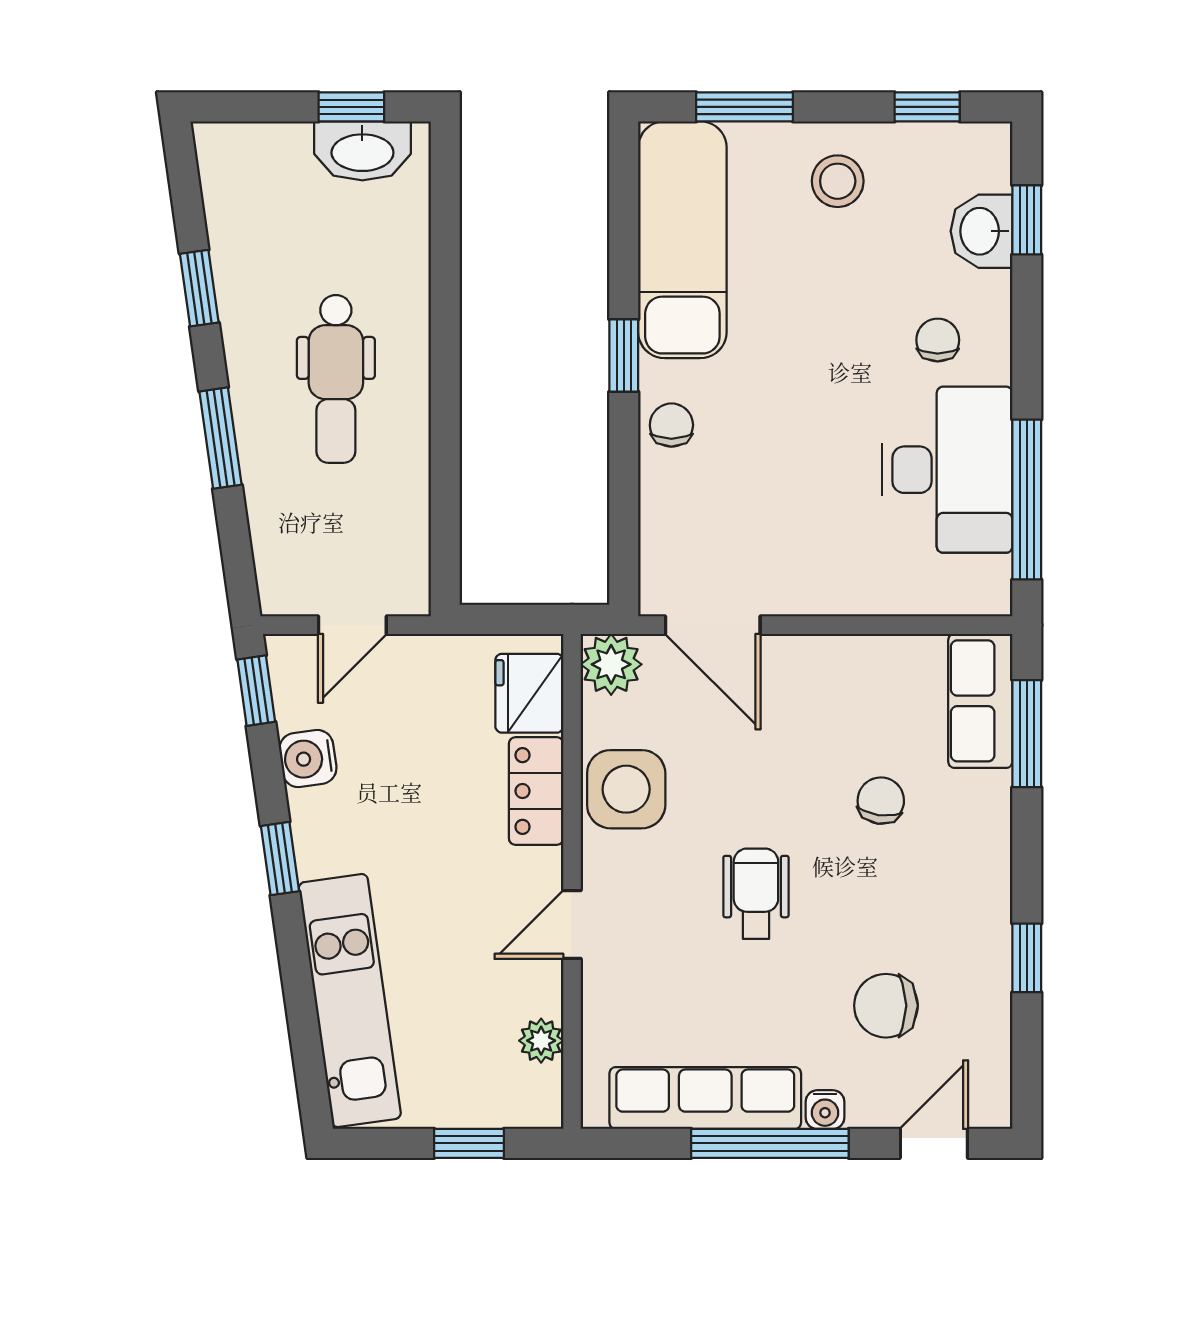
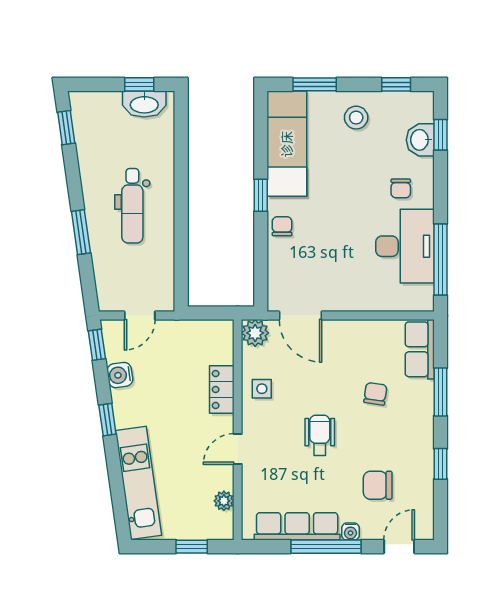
window: (199, 288) -> (66, 128), moved
chair: (938, 340) -> (401, 188), turned 180
fridge: (529, 693) -> (219, 346), removed
window: (1027, 734) -> (440, 392), moved
side table: (626, 789) -> (262, 389), width x0.54, depth x0.54

